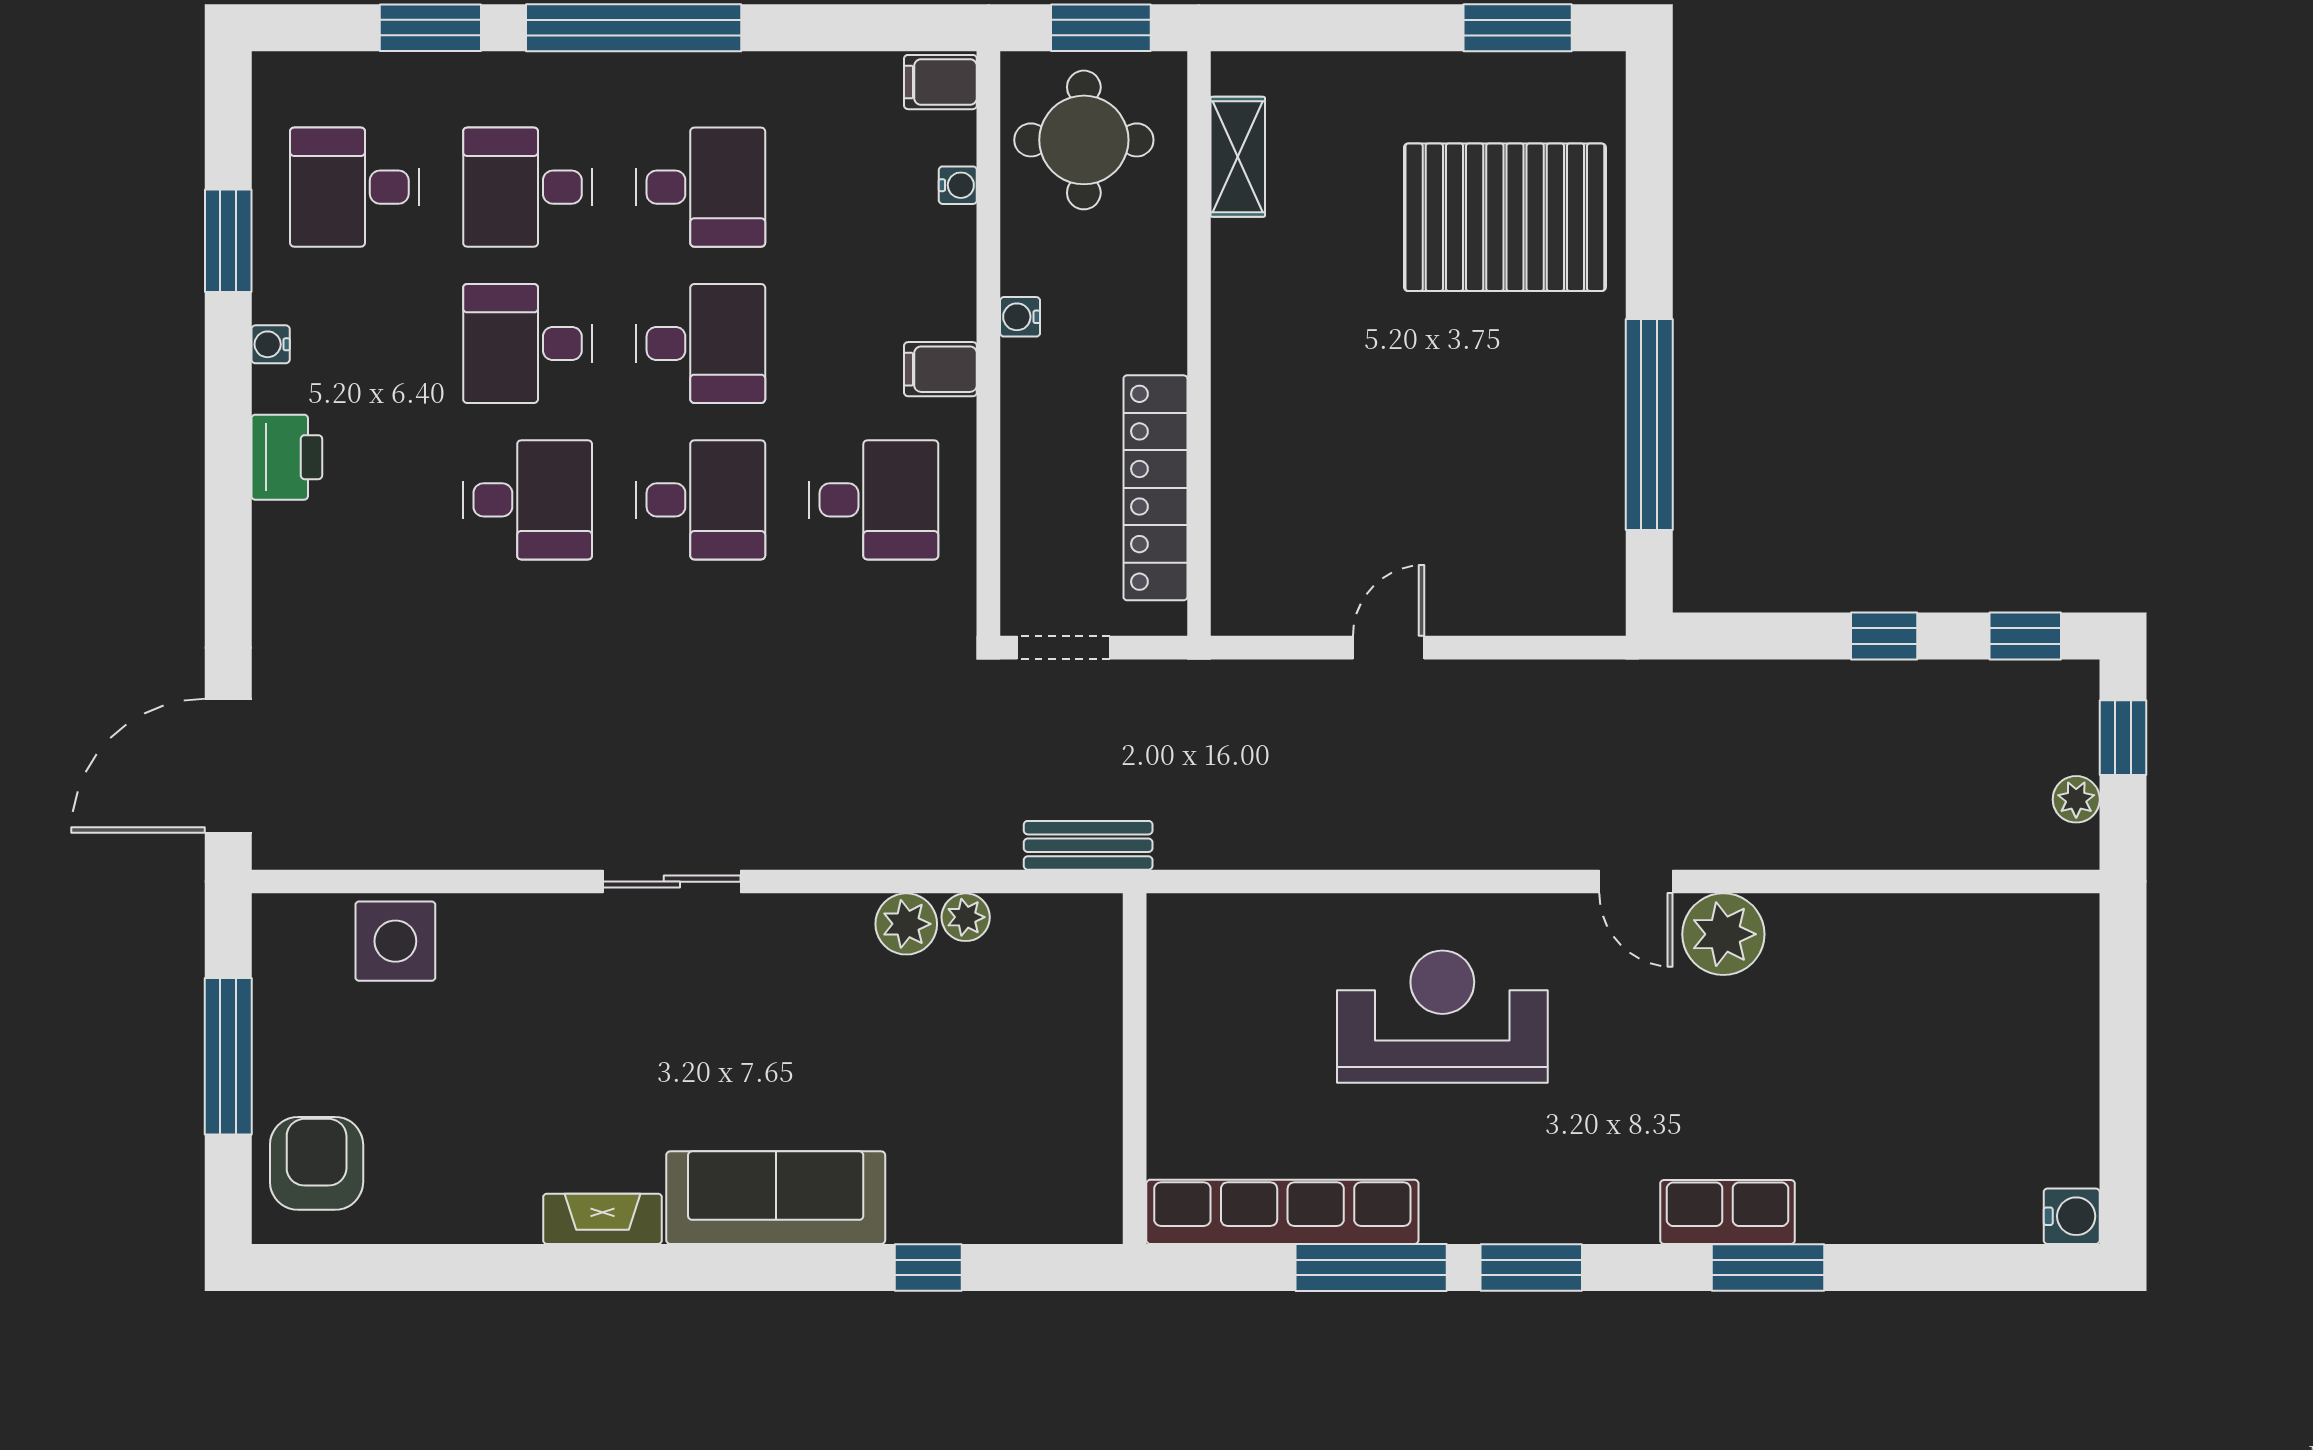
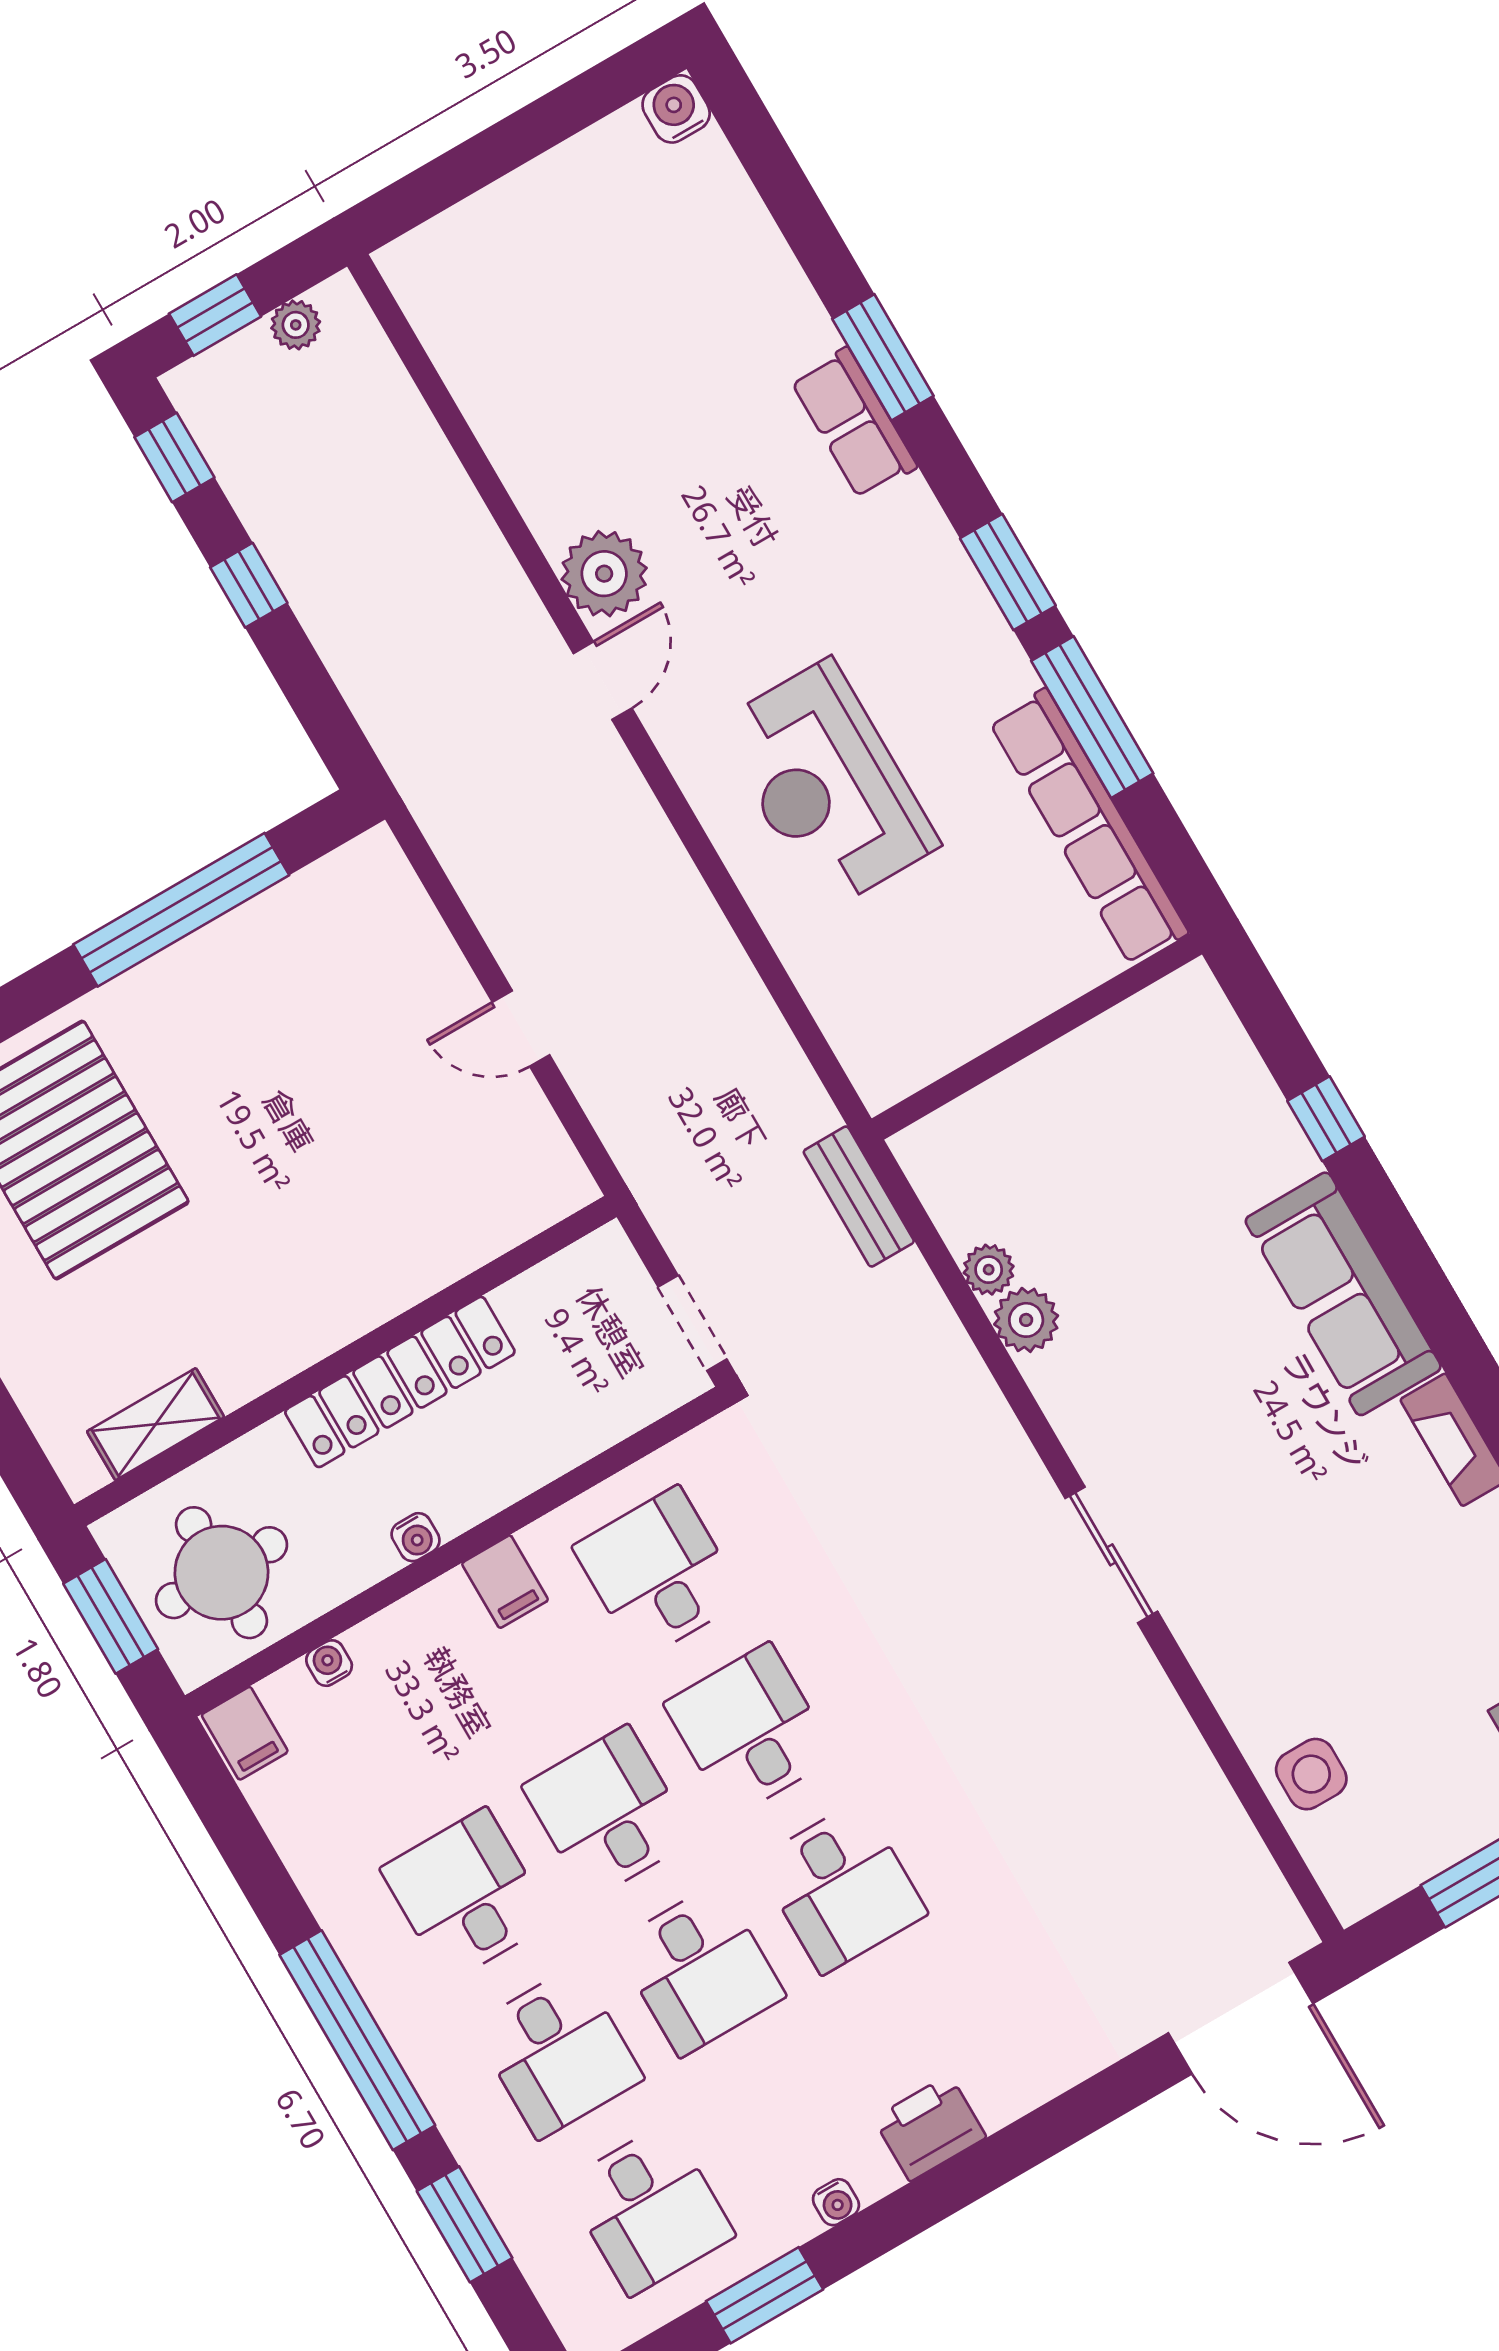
locker: (1155, 488) -> (400, 1382), moved
desk: (528, 500) -> (841, 1887), turned 180
side table: (395, 941) -> (1311, 1774), width x0.73, depth x0.73

